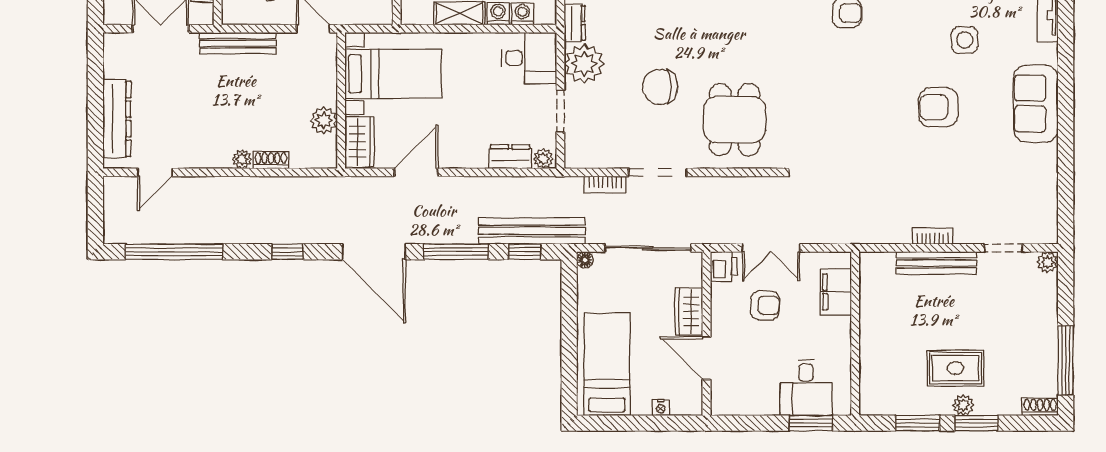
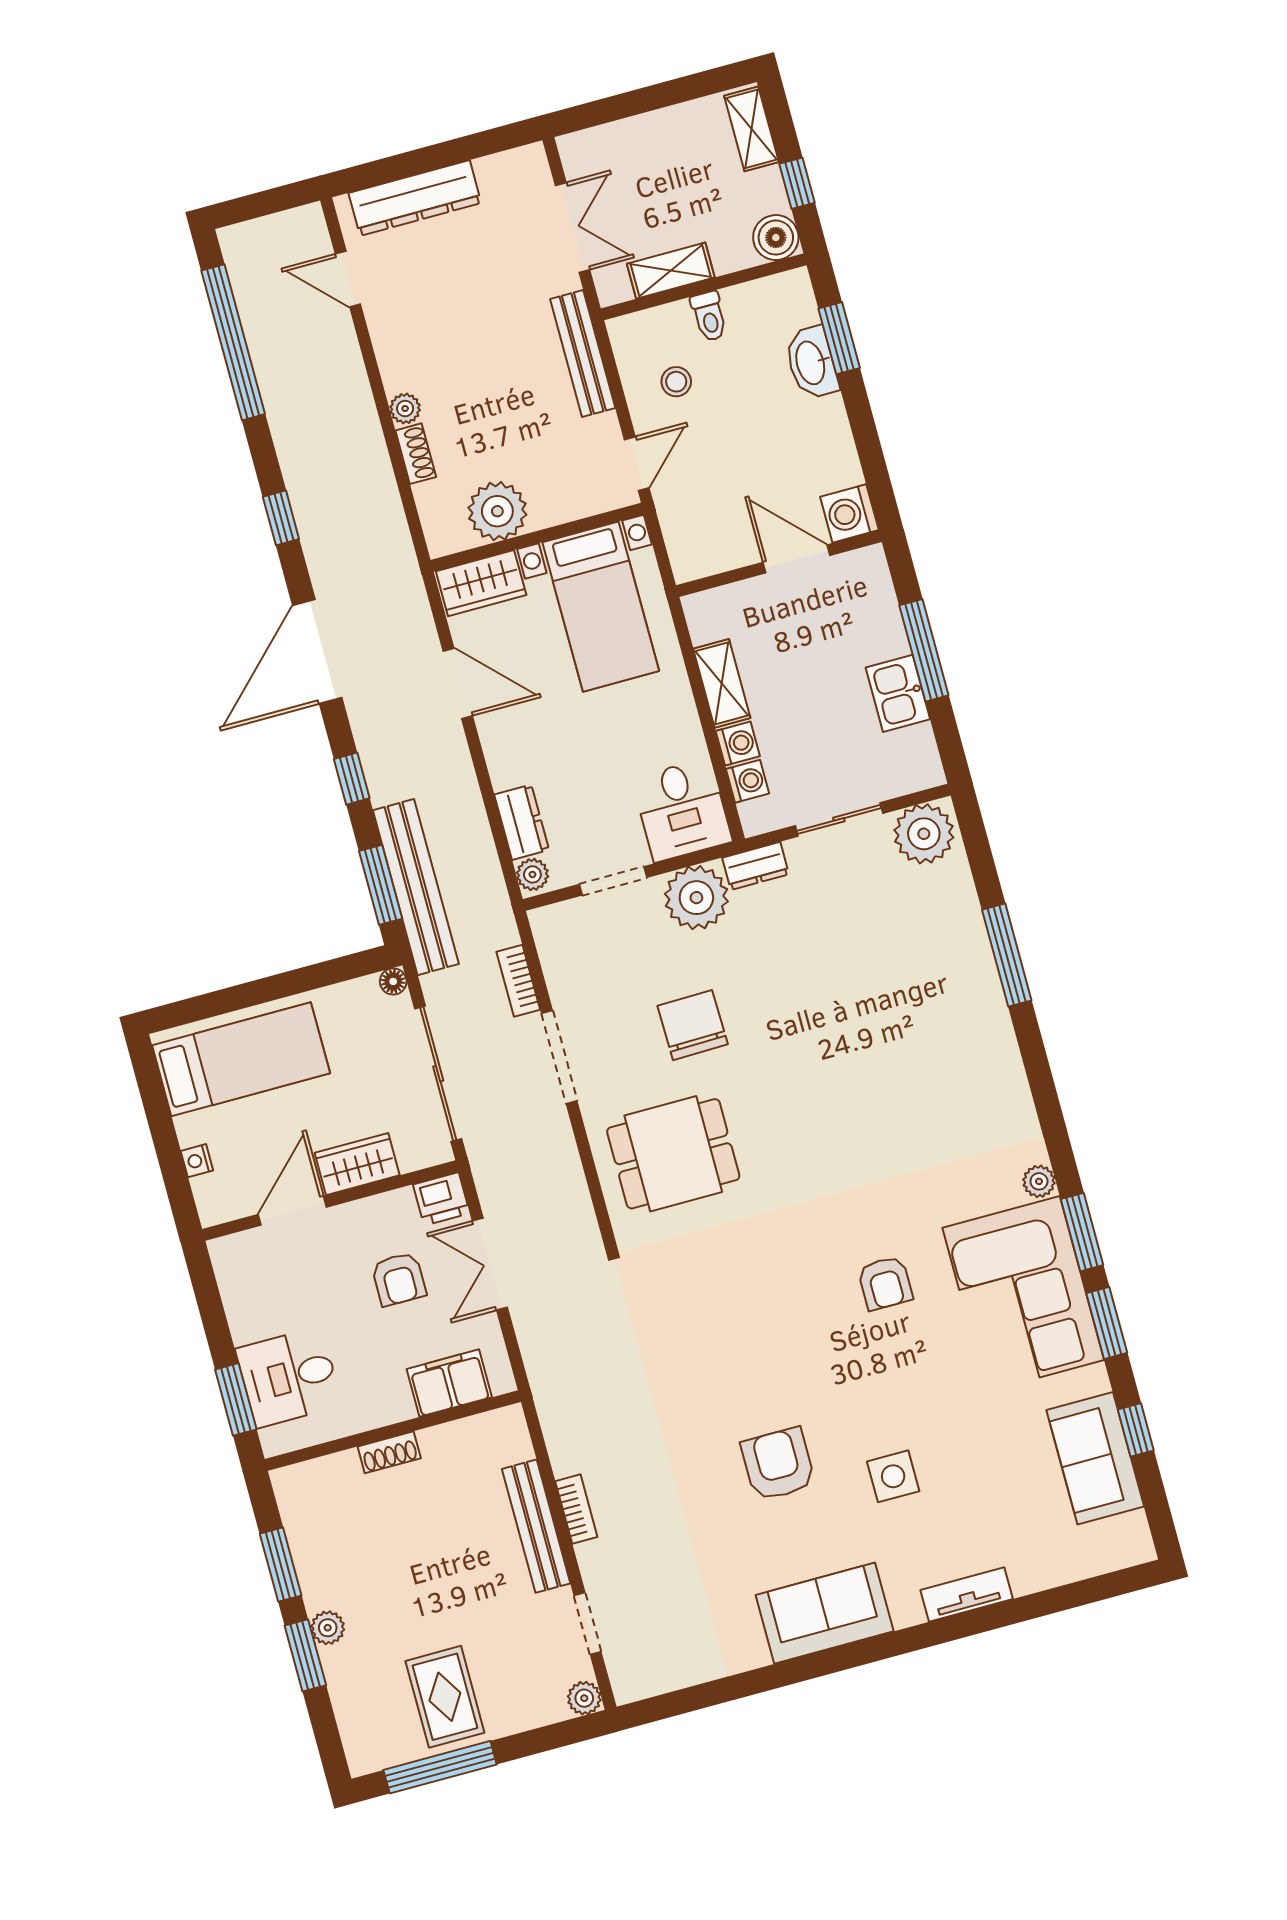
plant: (324, 120) -> (497, 511), width x1.36, depth x1.36
window: (456, 252) -> (352, 779), width x0.46
window: (525, 252) -> (381, 885), width x1.50
rug: (955, 368) -> (445, 1697), moved
shoe rack: (1040, 407) -> (389, 1452), moved, turned 90

